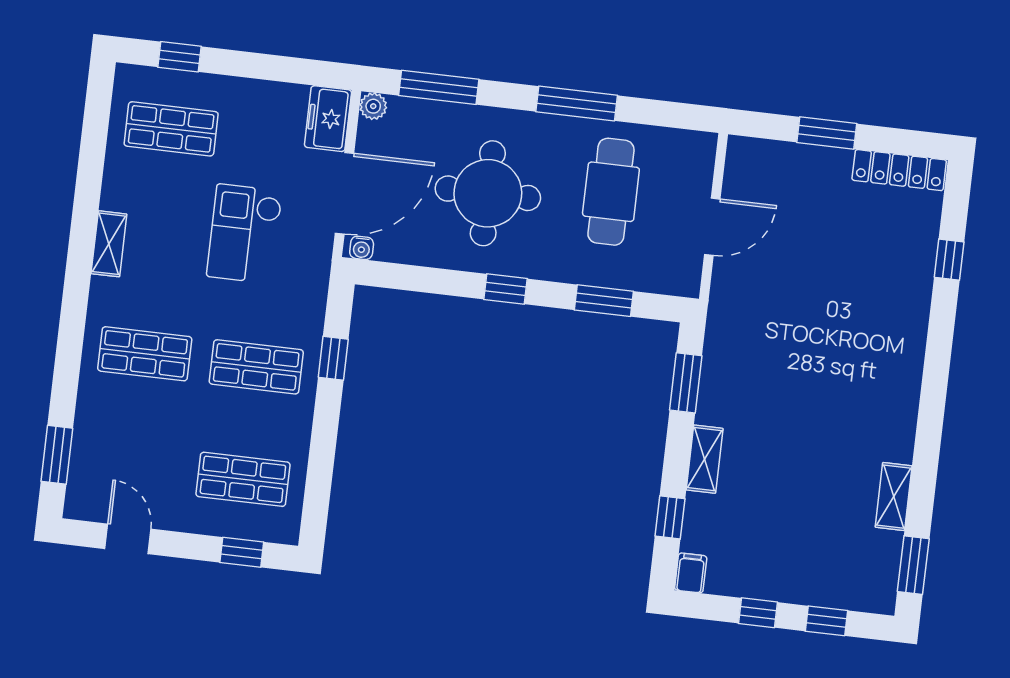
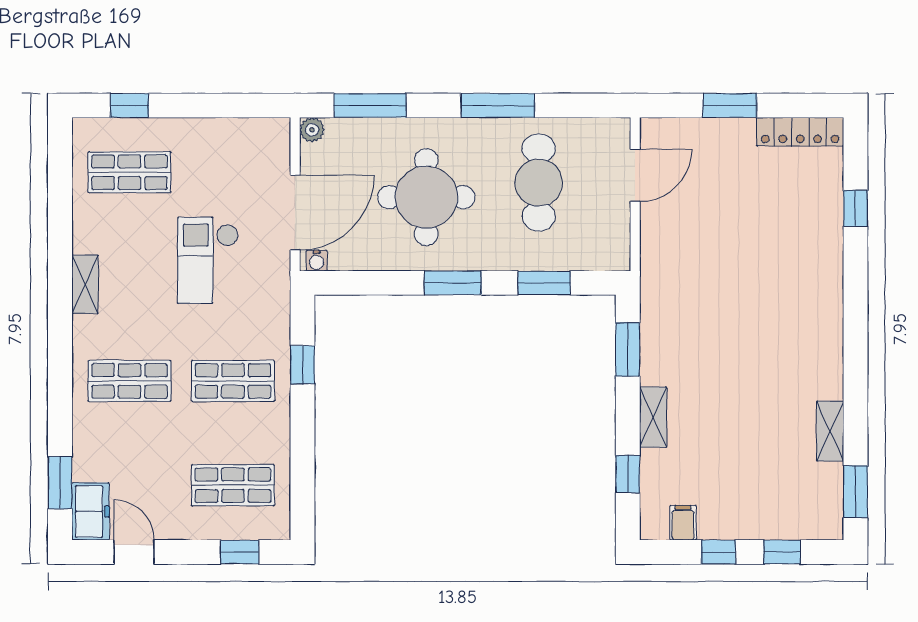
freezer: (328, 119) -> (91, 511), moved, turned 180
door: (712, 227) -> (635, 175), moved
window: (506, 289) -> (453, 283), width x1.50
filing cabinet: (691, 573) -> (683, 523), moved

